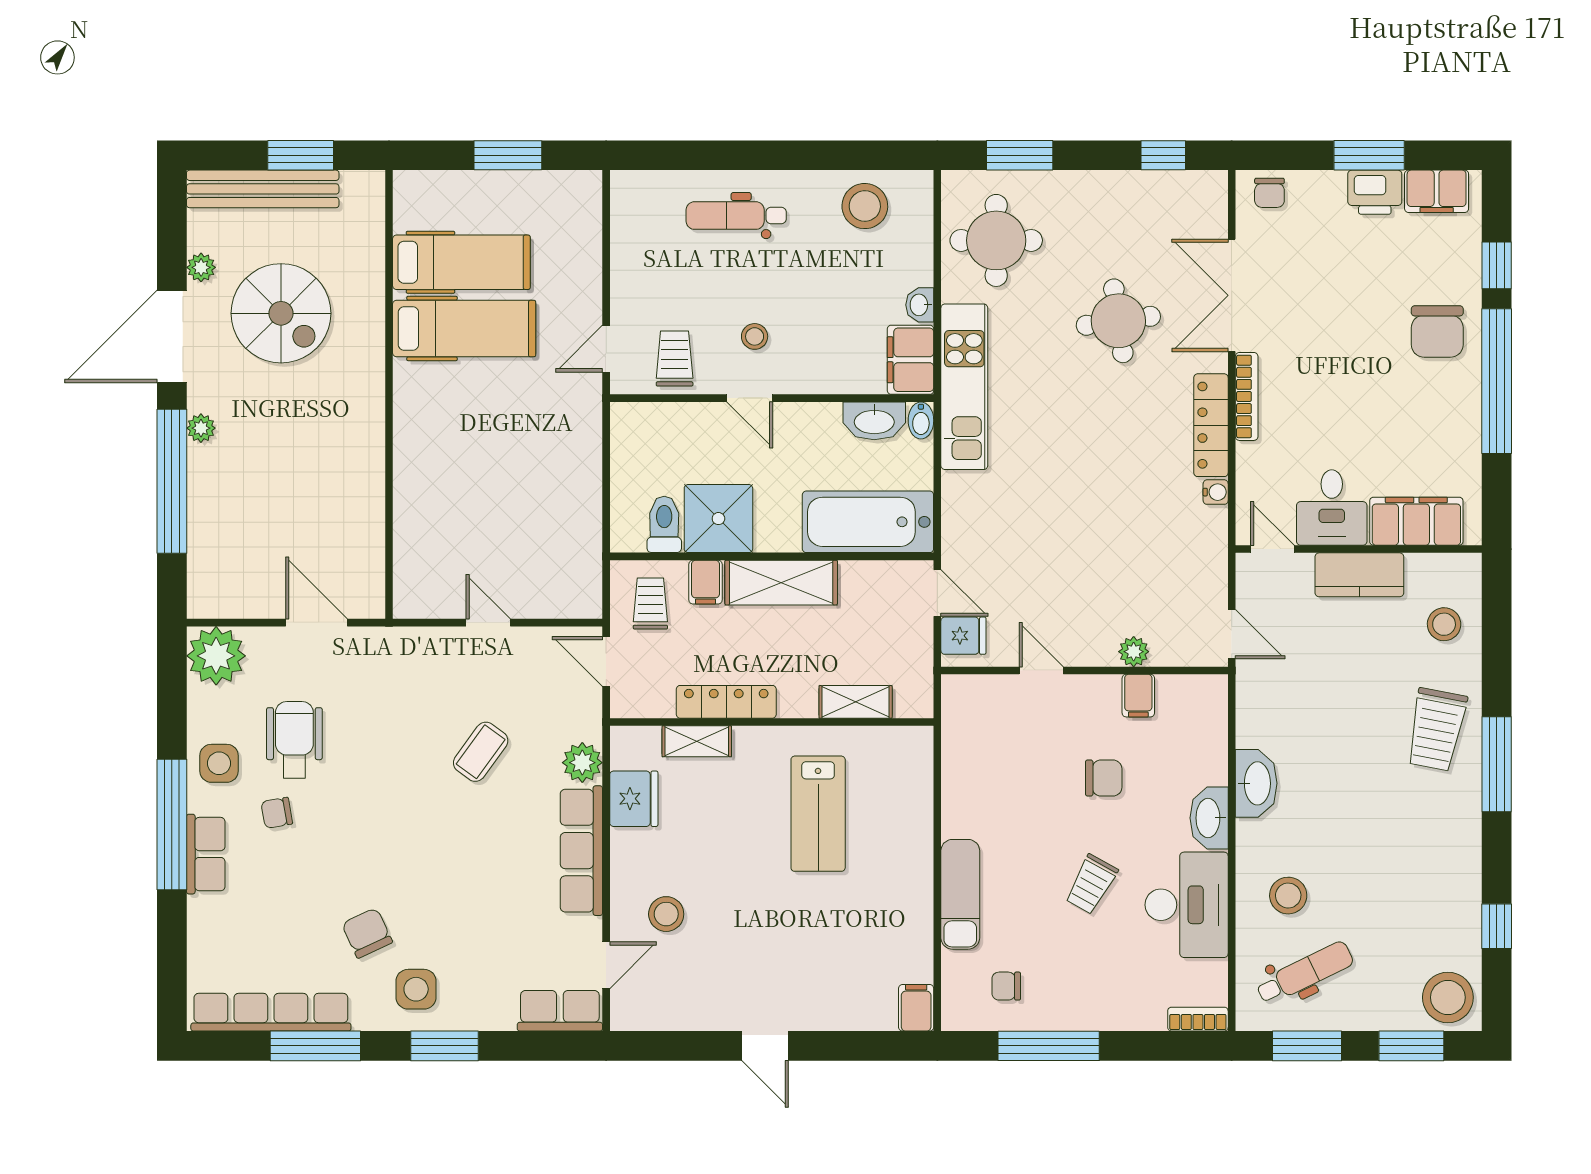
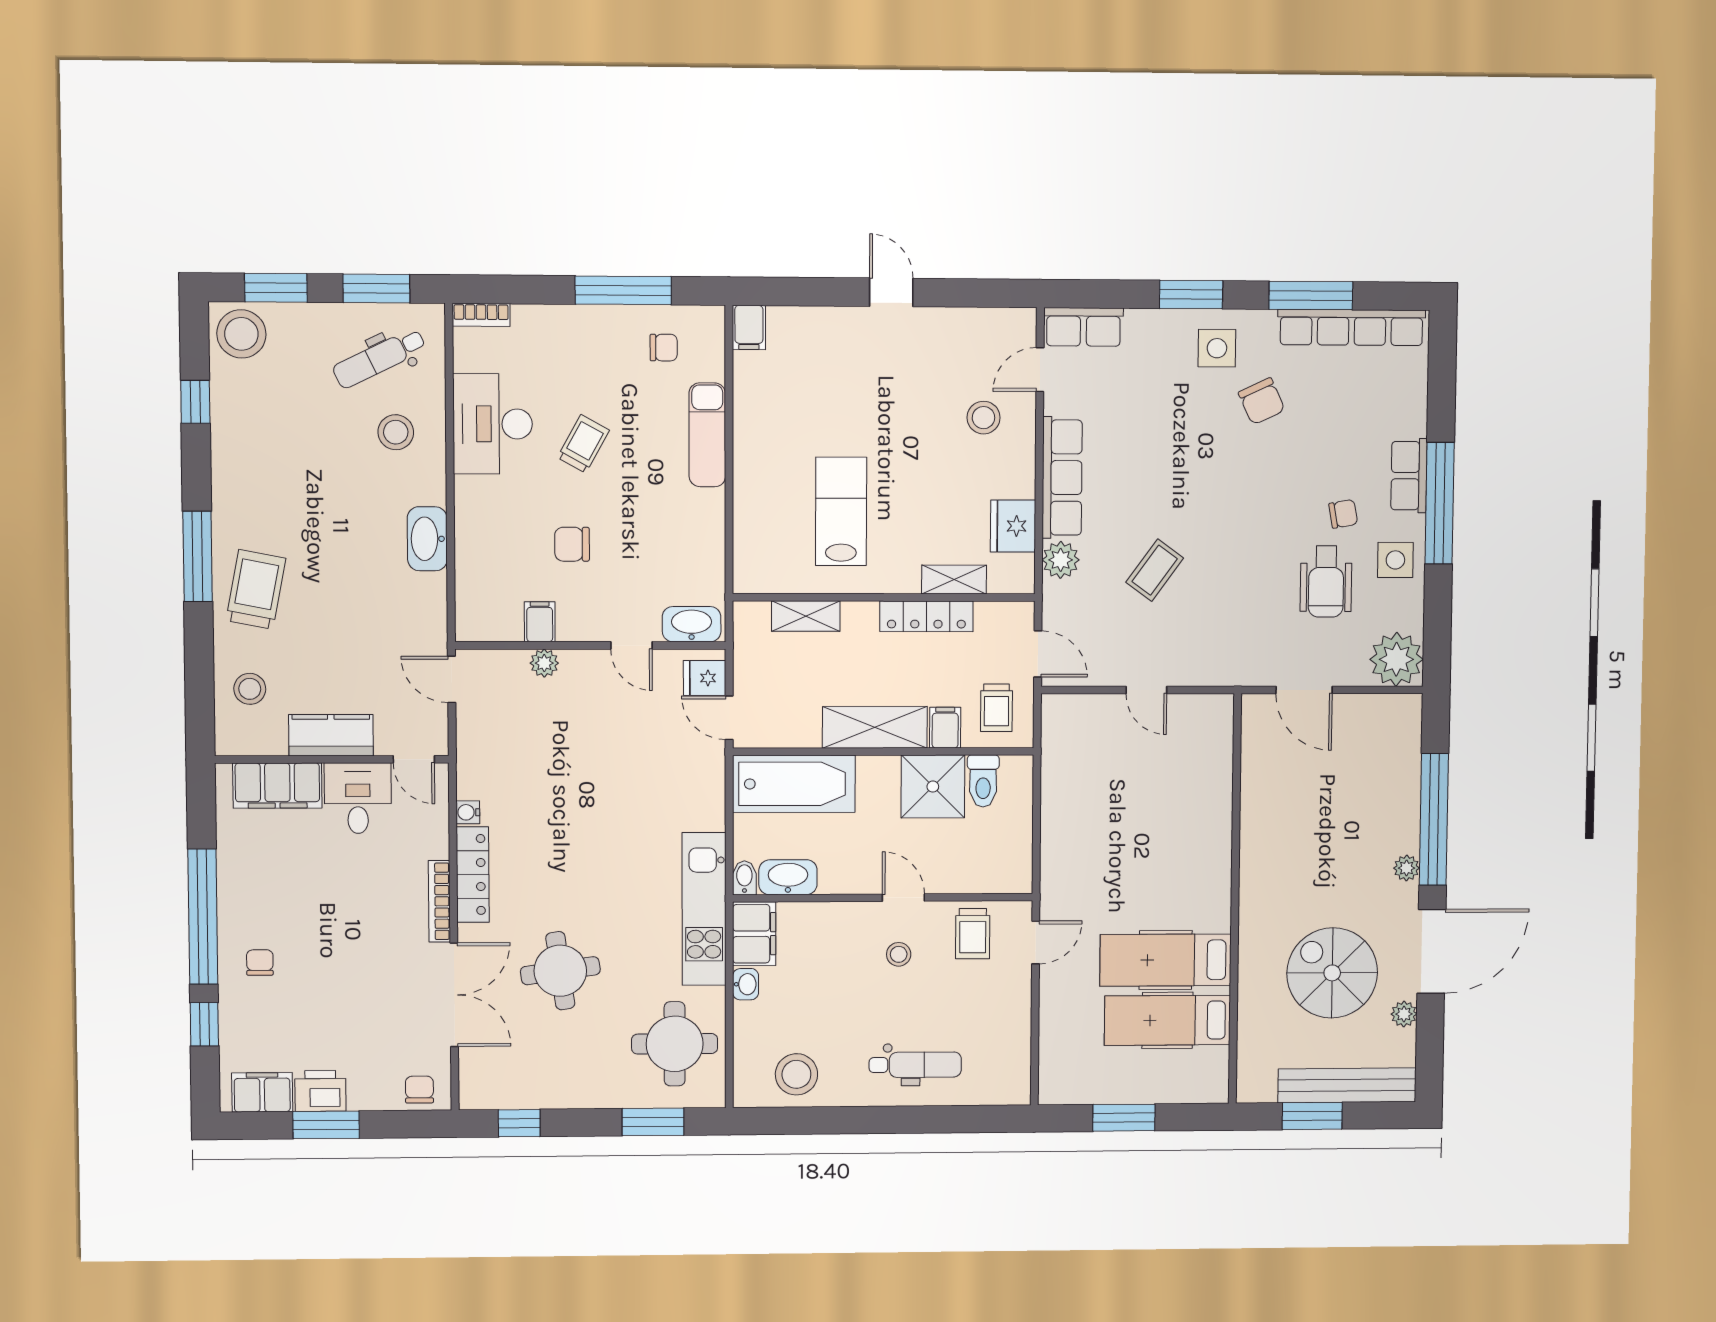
chair: (1437, 332) -> (260, 963), width x0.54, depth x0.54
washbasin: (1209, 818) -> (692, 624), moved, turned -90

